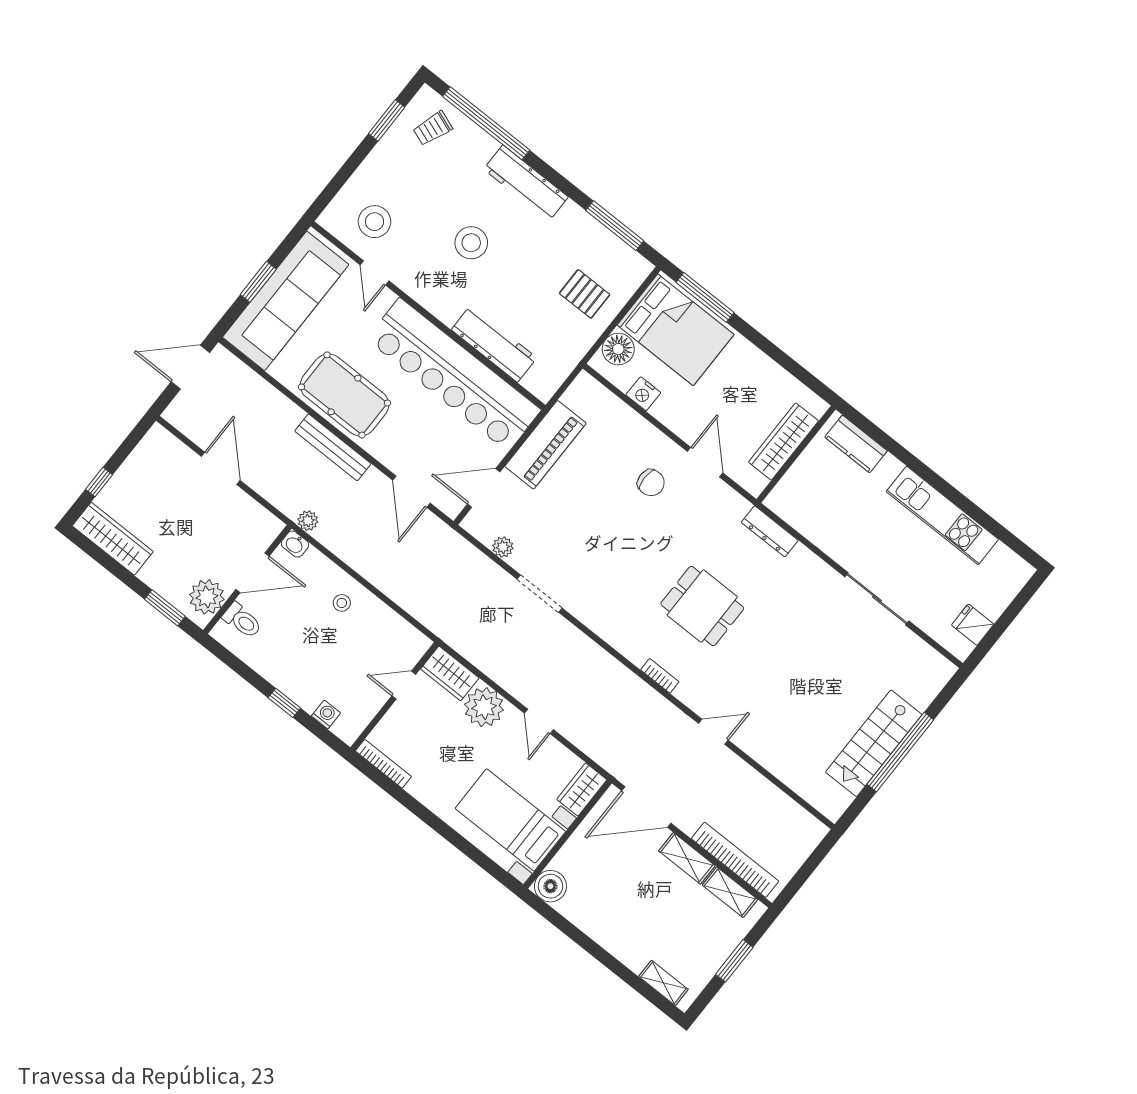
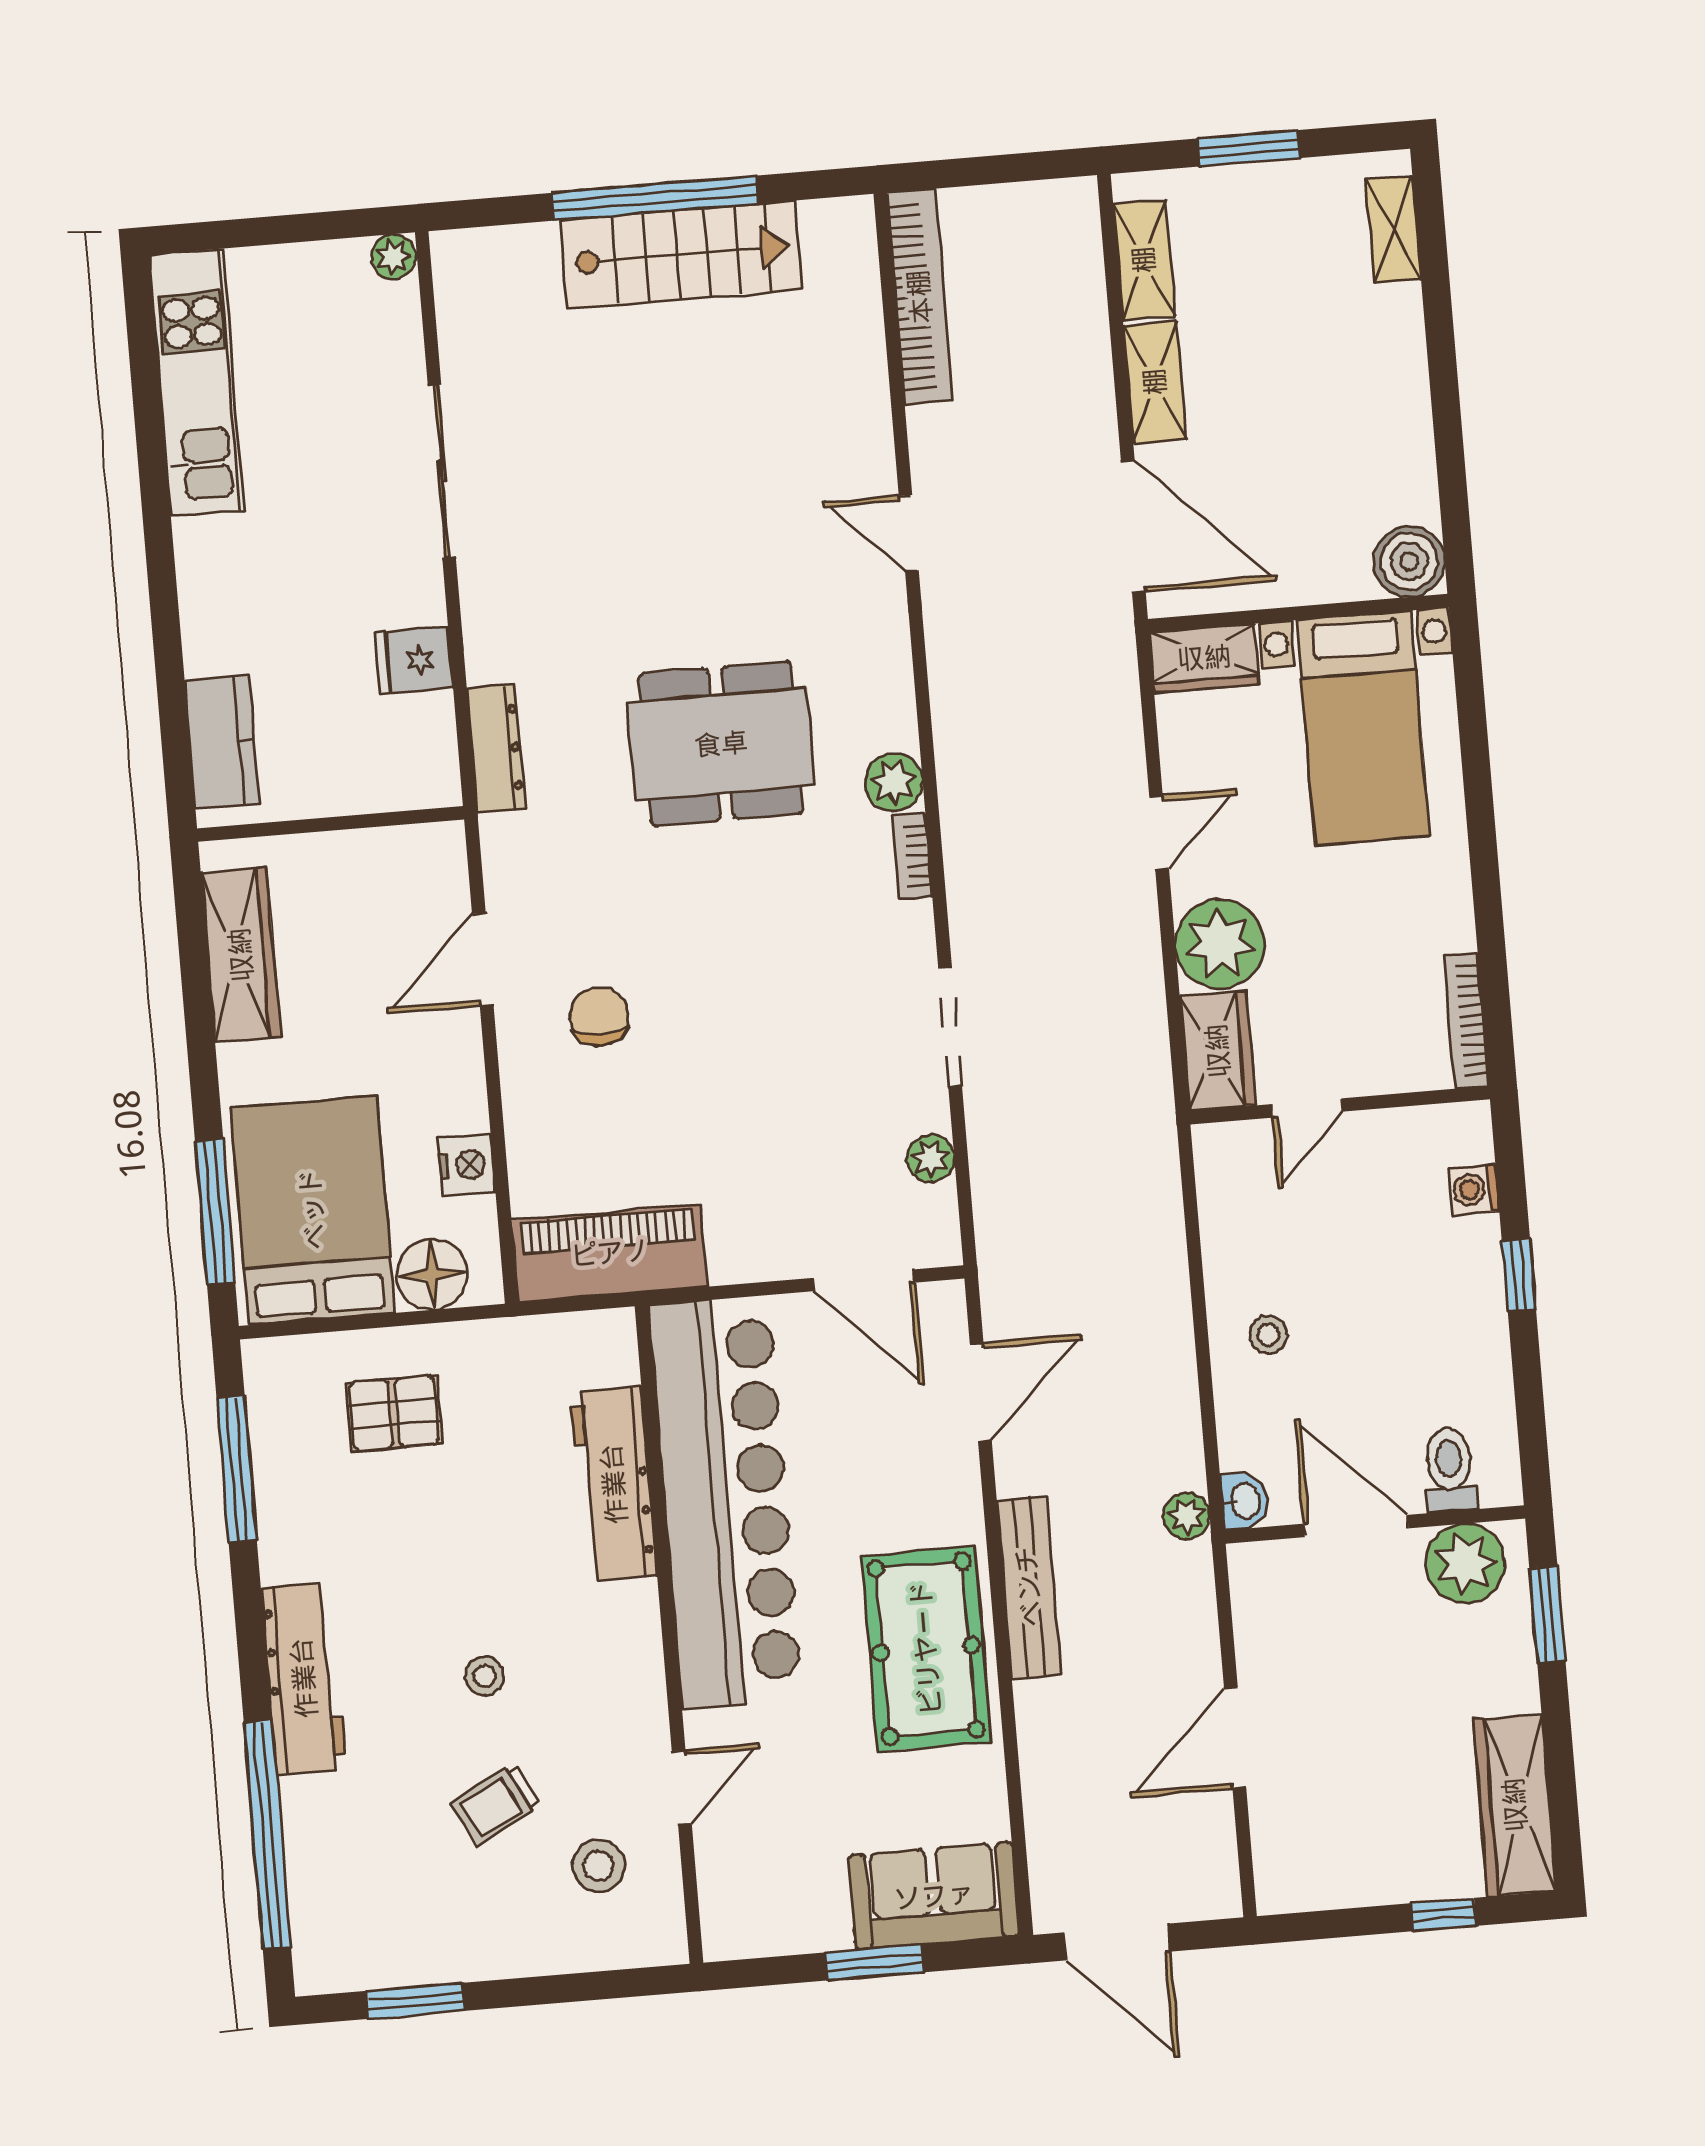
trolley: (433, 128) -> (496, 1805), moved, turned 132
stool: (375, 222) -> (598, 1866), width x0.73, depth x0.73
stool: (471, 243) -> (484, 1676), width x0.53, depth x0.53
pallet: (585, 294) -> (394, 1413), turned 90
sofa: (286, 301) -> (934, 1896), width x0.54, depth x0.79
wardrobe: (783, 442) -> (241, 955), moved, turned -90
piano: (545, 445) -> (610, 1253), moved
kitchen unit: (942, 515) -> (197, 383), moved
dining table: (702, 606) -> (721, 744), width x1.38
fridge: (973, 625) -> (414, 660), moved, turned 90
plant: (962, 649) -> (393, 257), added
plant: (637, 651) -> (894, 782), added
bookcase: (660, 676) -> (912, 856), moved
door: (404, 685) -> (1307, 1108), hinge flipped
bookcase: (735, 860) -> (920, 297), moved, turned 180

